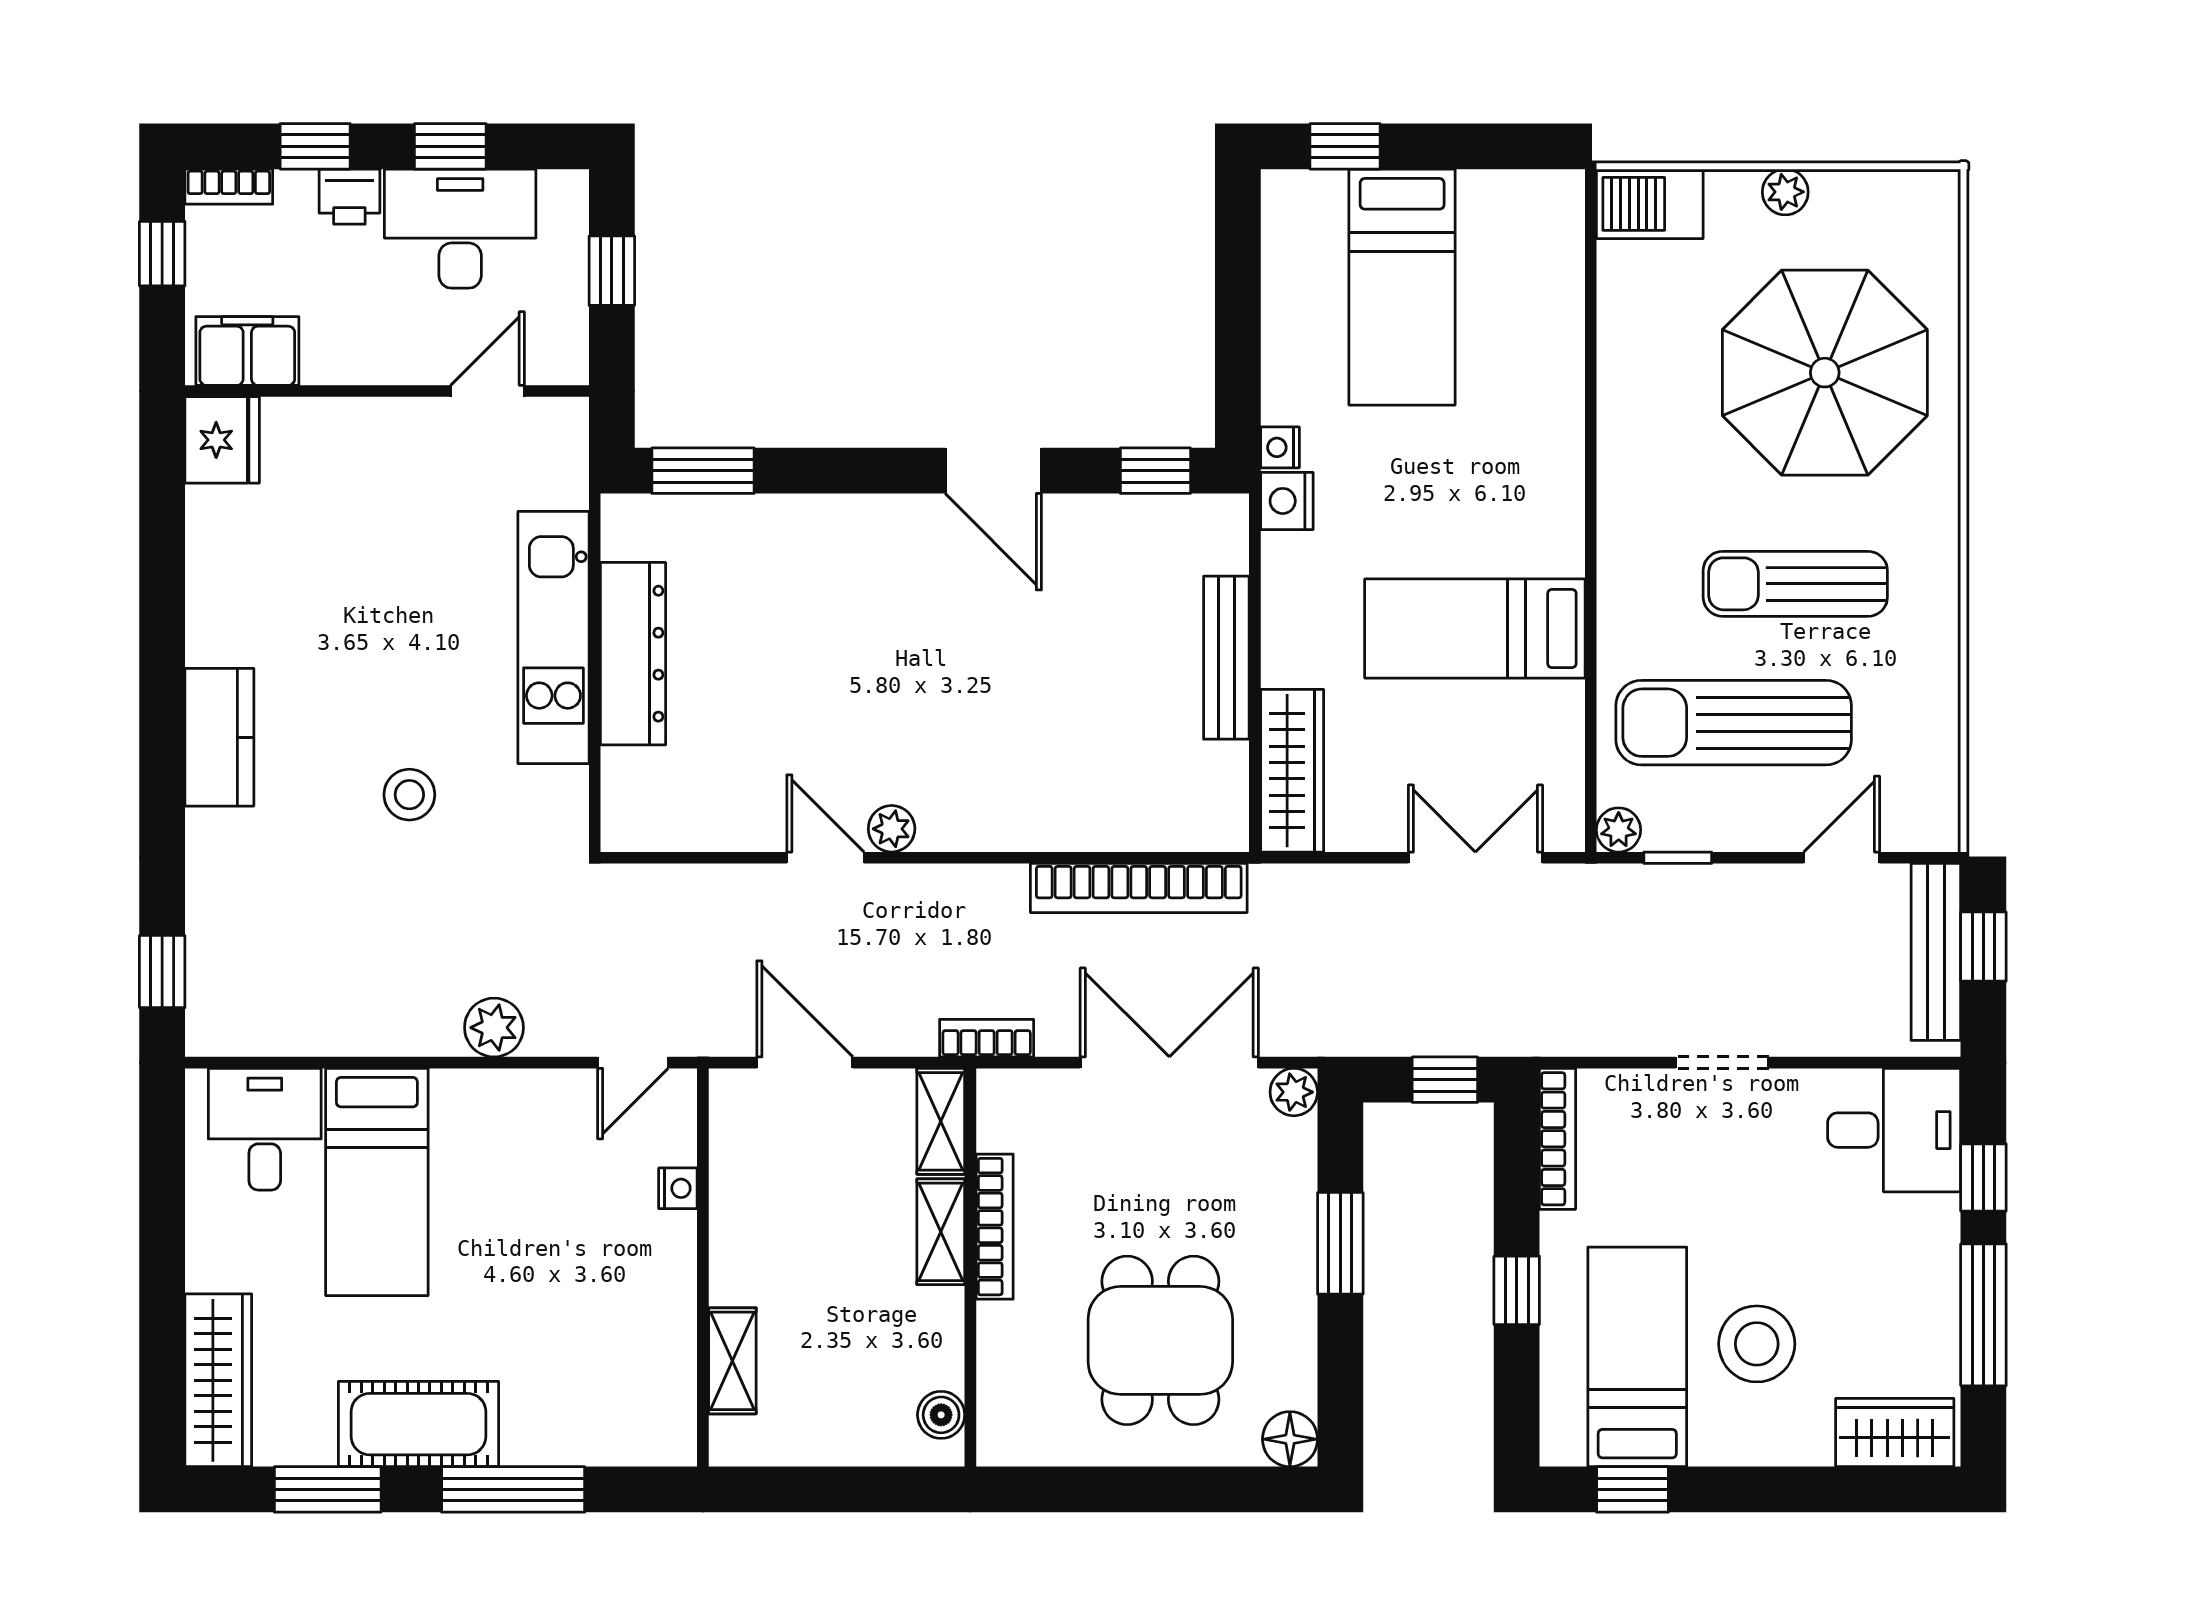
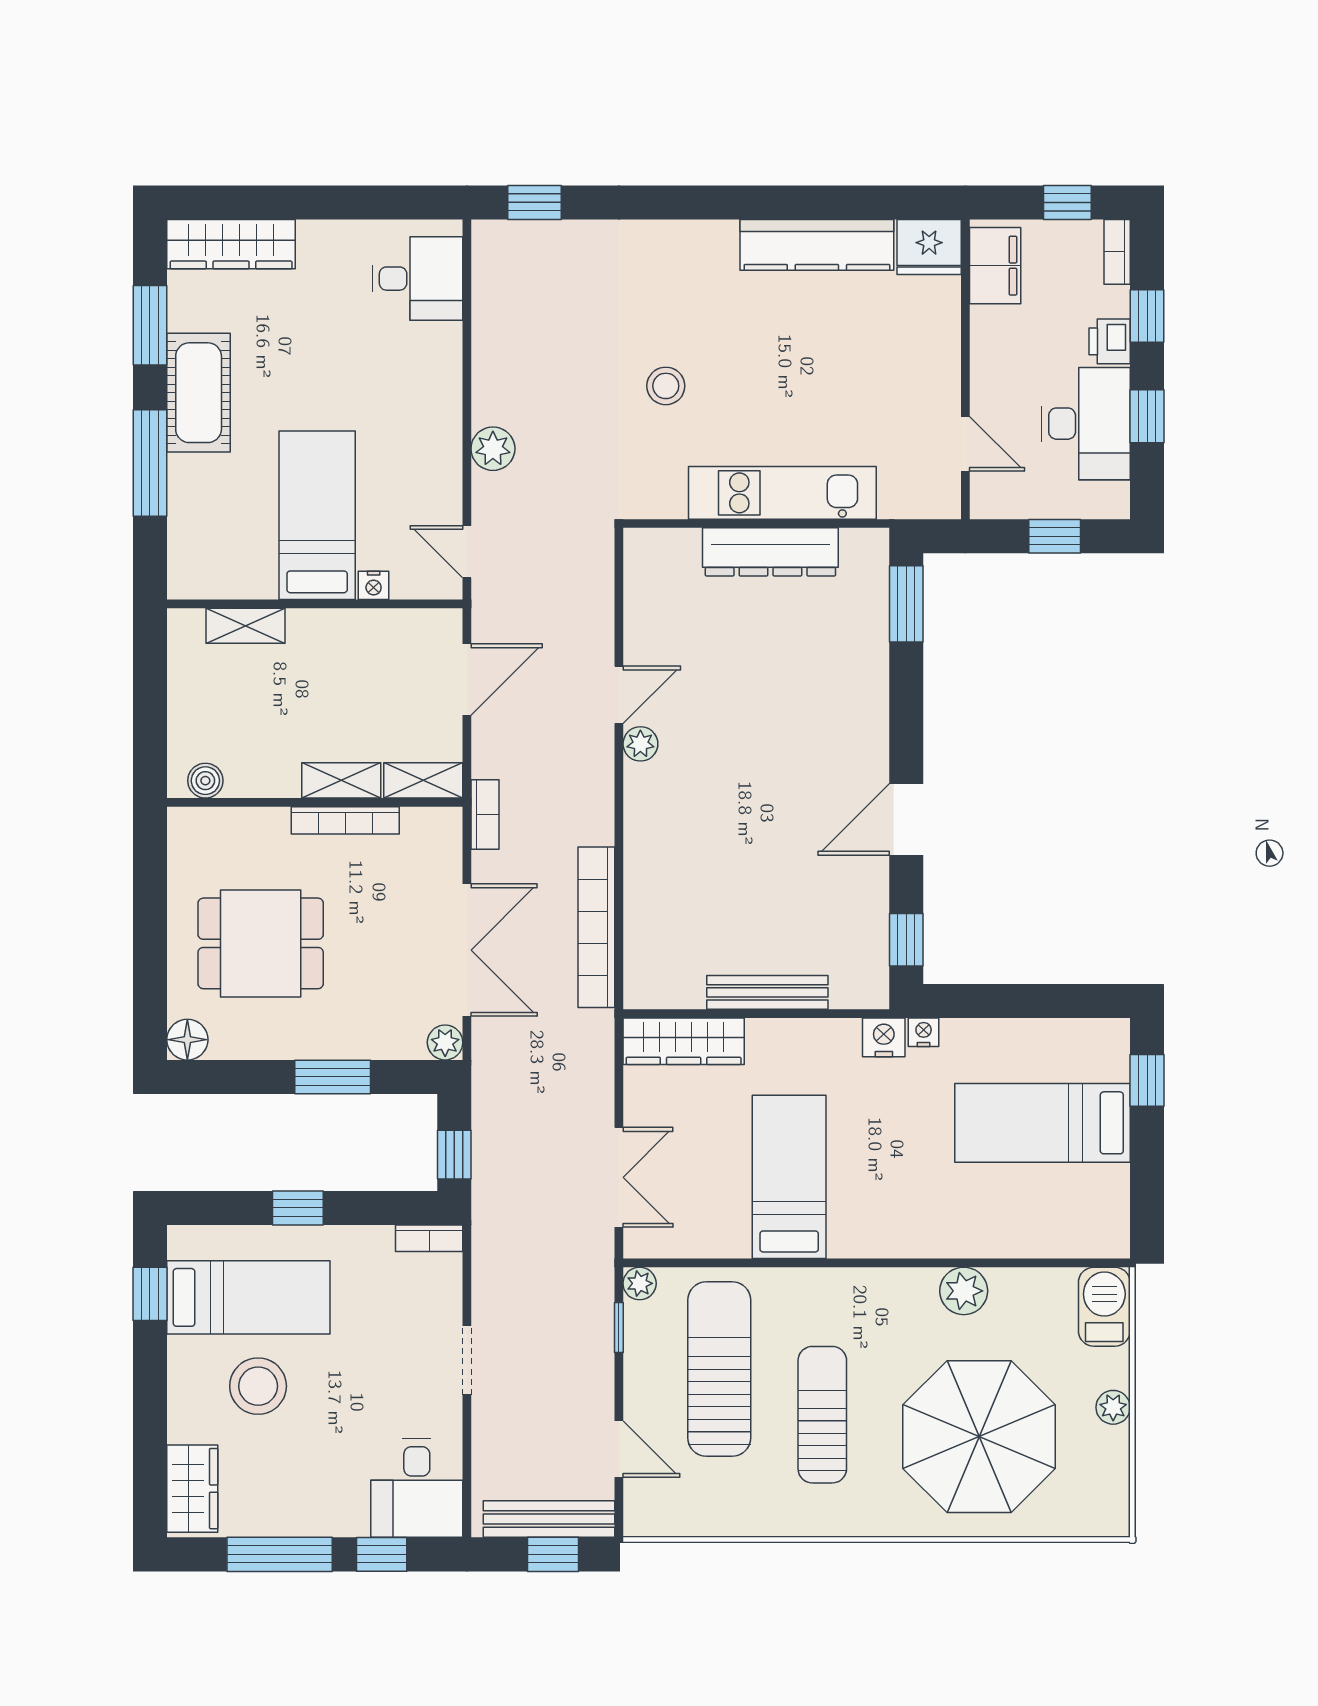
plant: (1629, 393) -> (964, 1291), added
kitchen counter: (219, 737) -> (817, 245), moved, width x1.50
bookcase: (1558, 1139) -> (429, 1238), width x0.64
bed: (377, 1182) -> (317, 515), moved, turned 90

